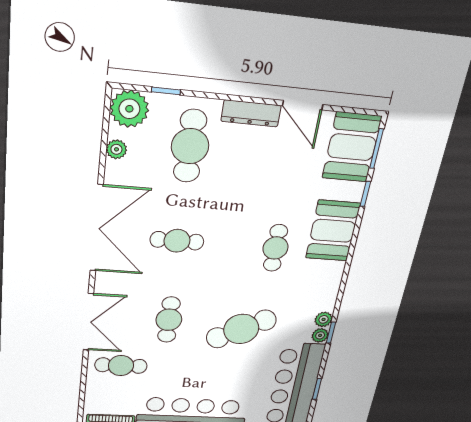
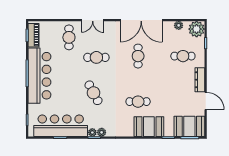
door: (303, 105) -> (206, 101), swing flipped
cafe table: (190, 146) -> (183, 56), width x0.73, depth x0.74
double door: (88, 322) -> (93, 20), width x0.73
cafe table: (241, 329) -> (93, 93), width x0.73, depth x0.74

